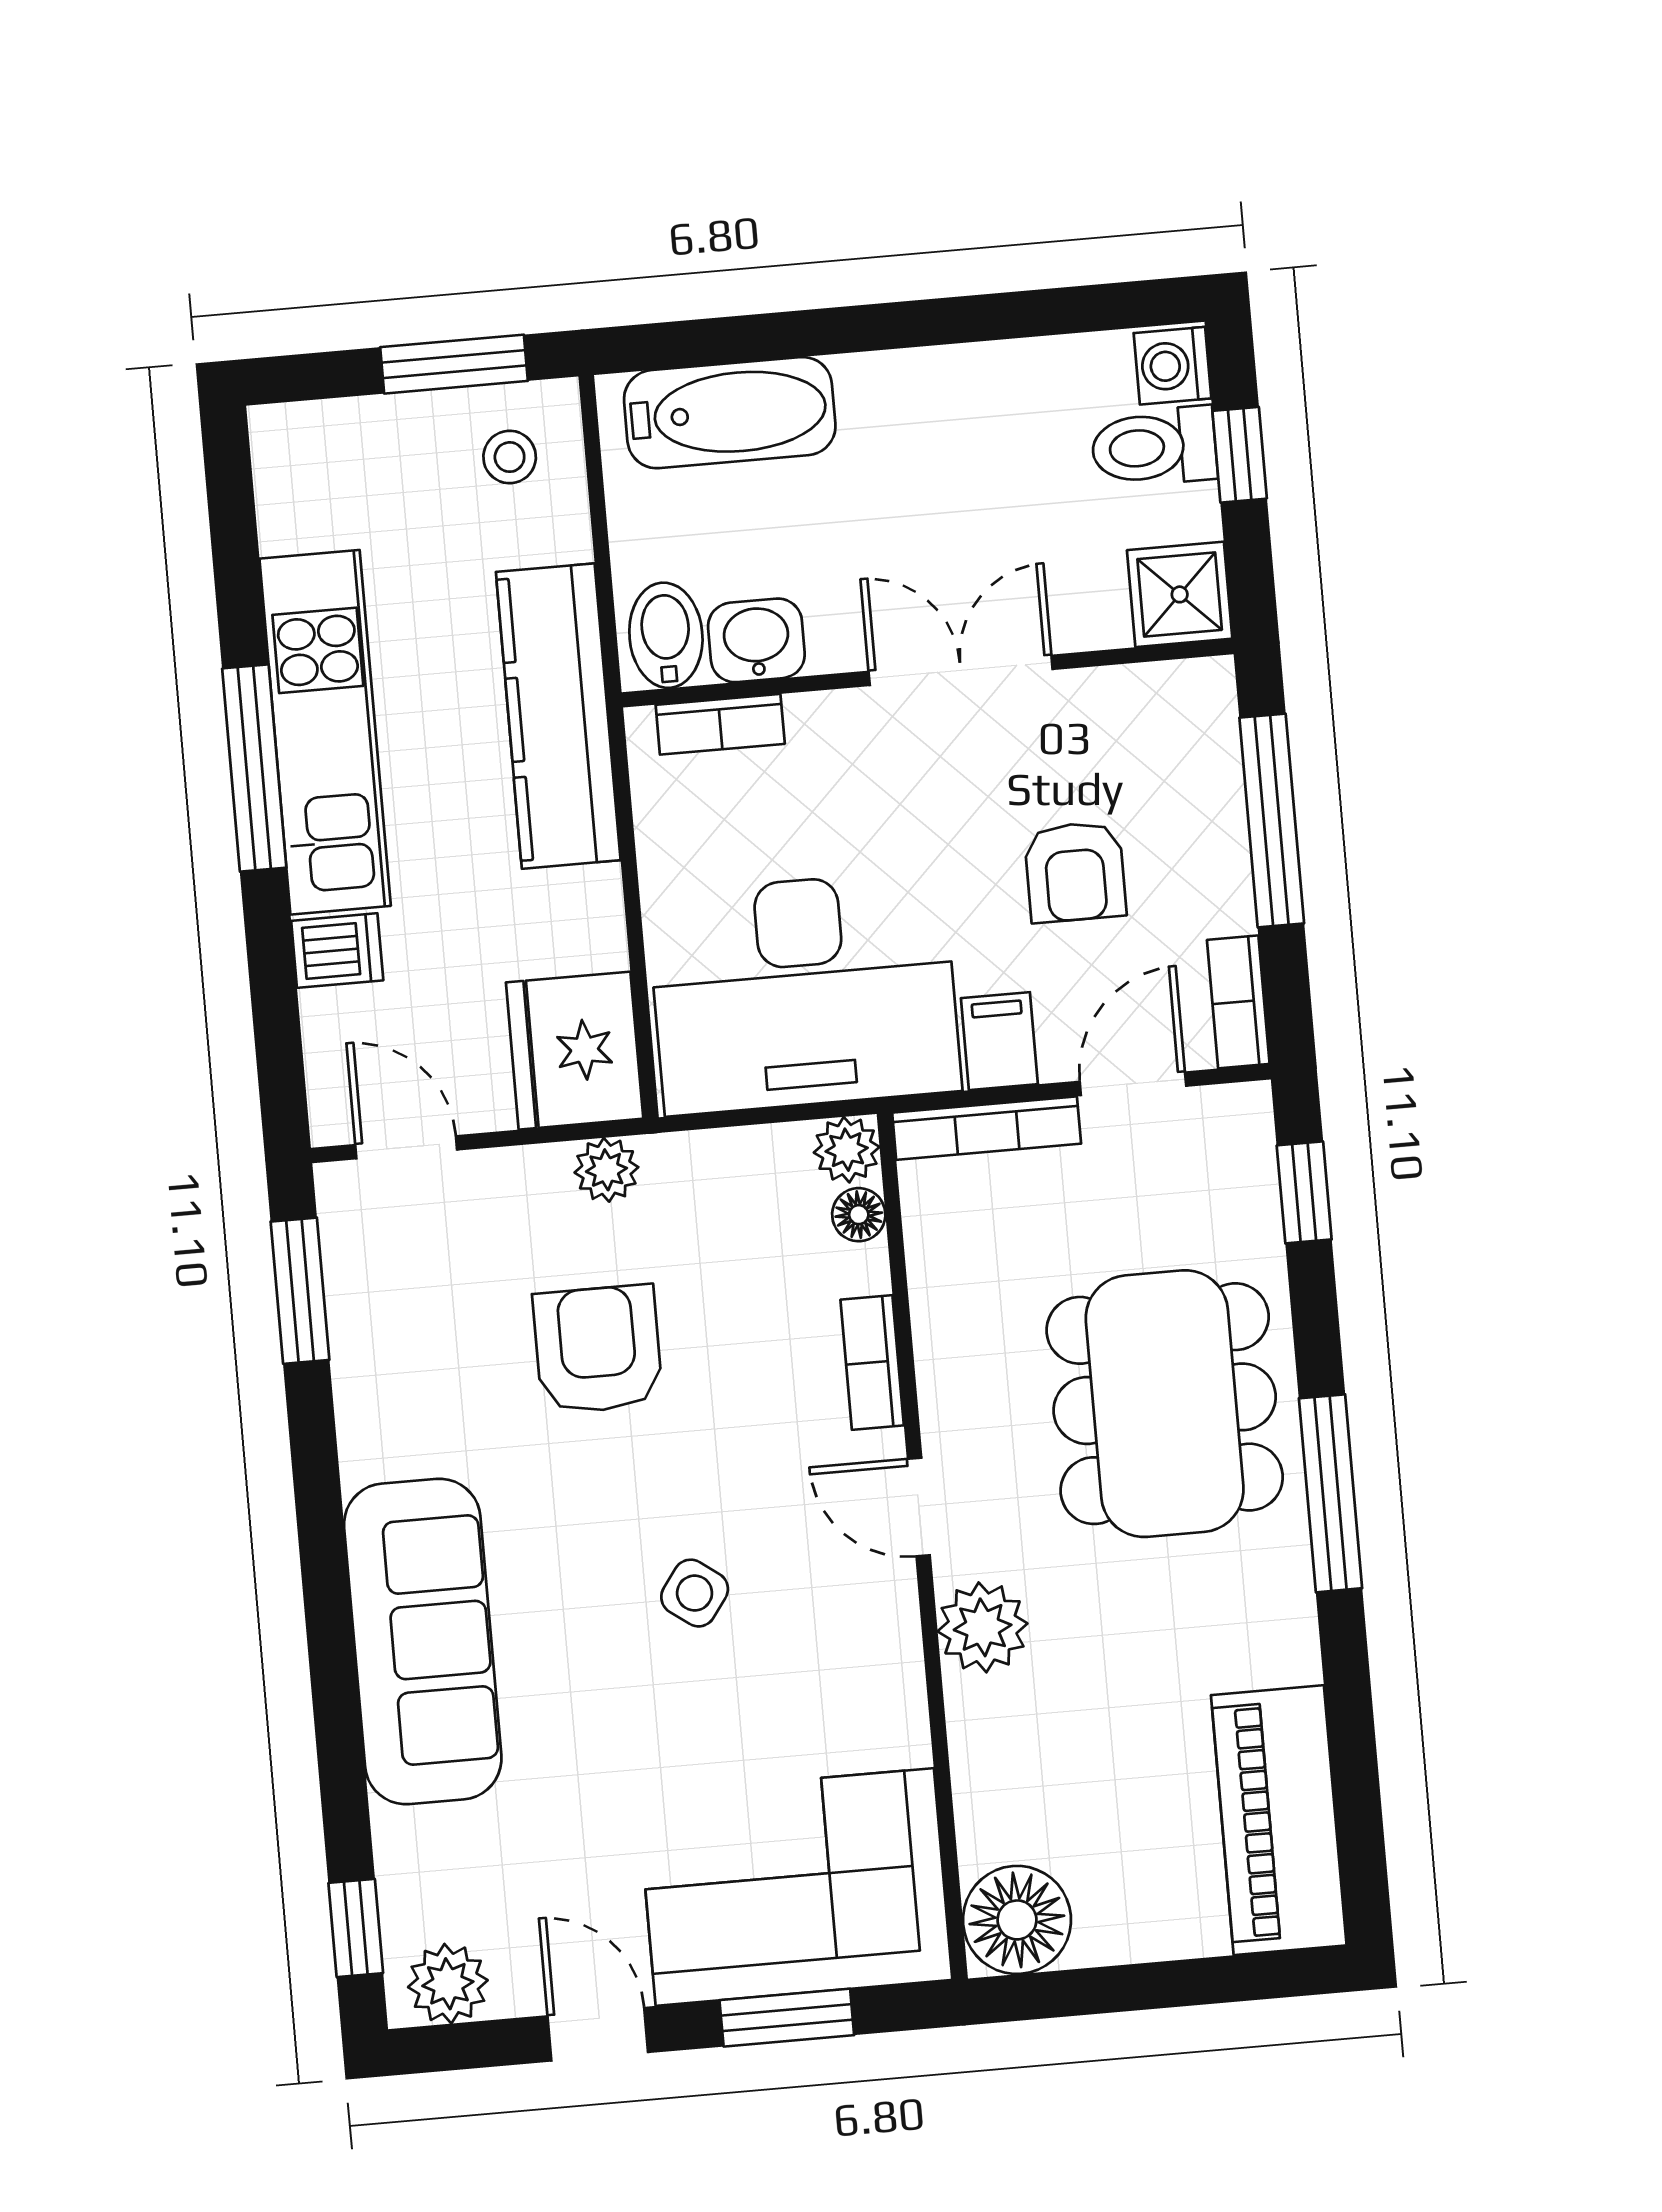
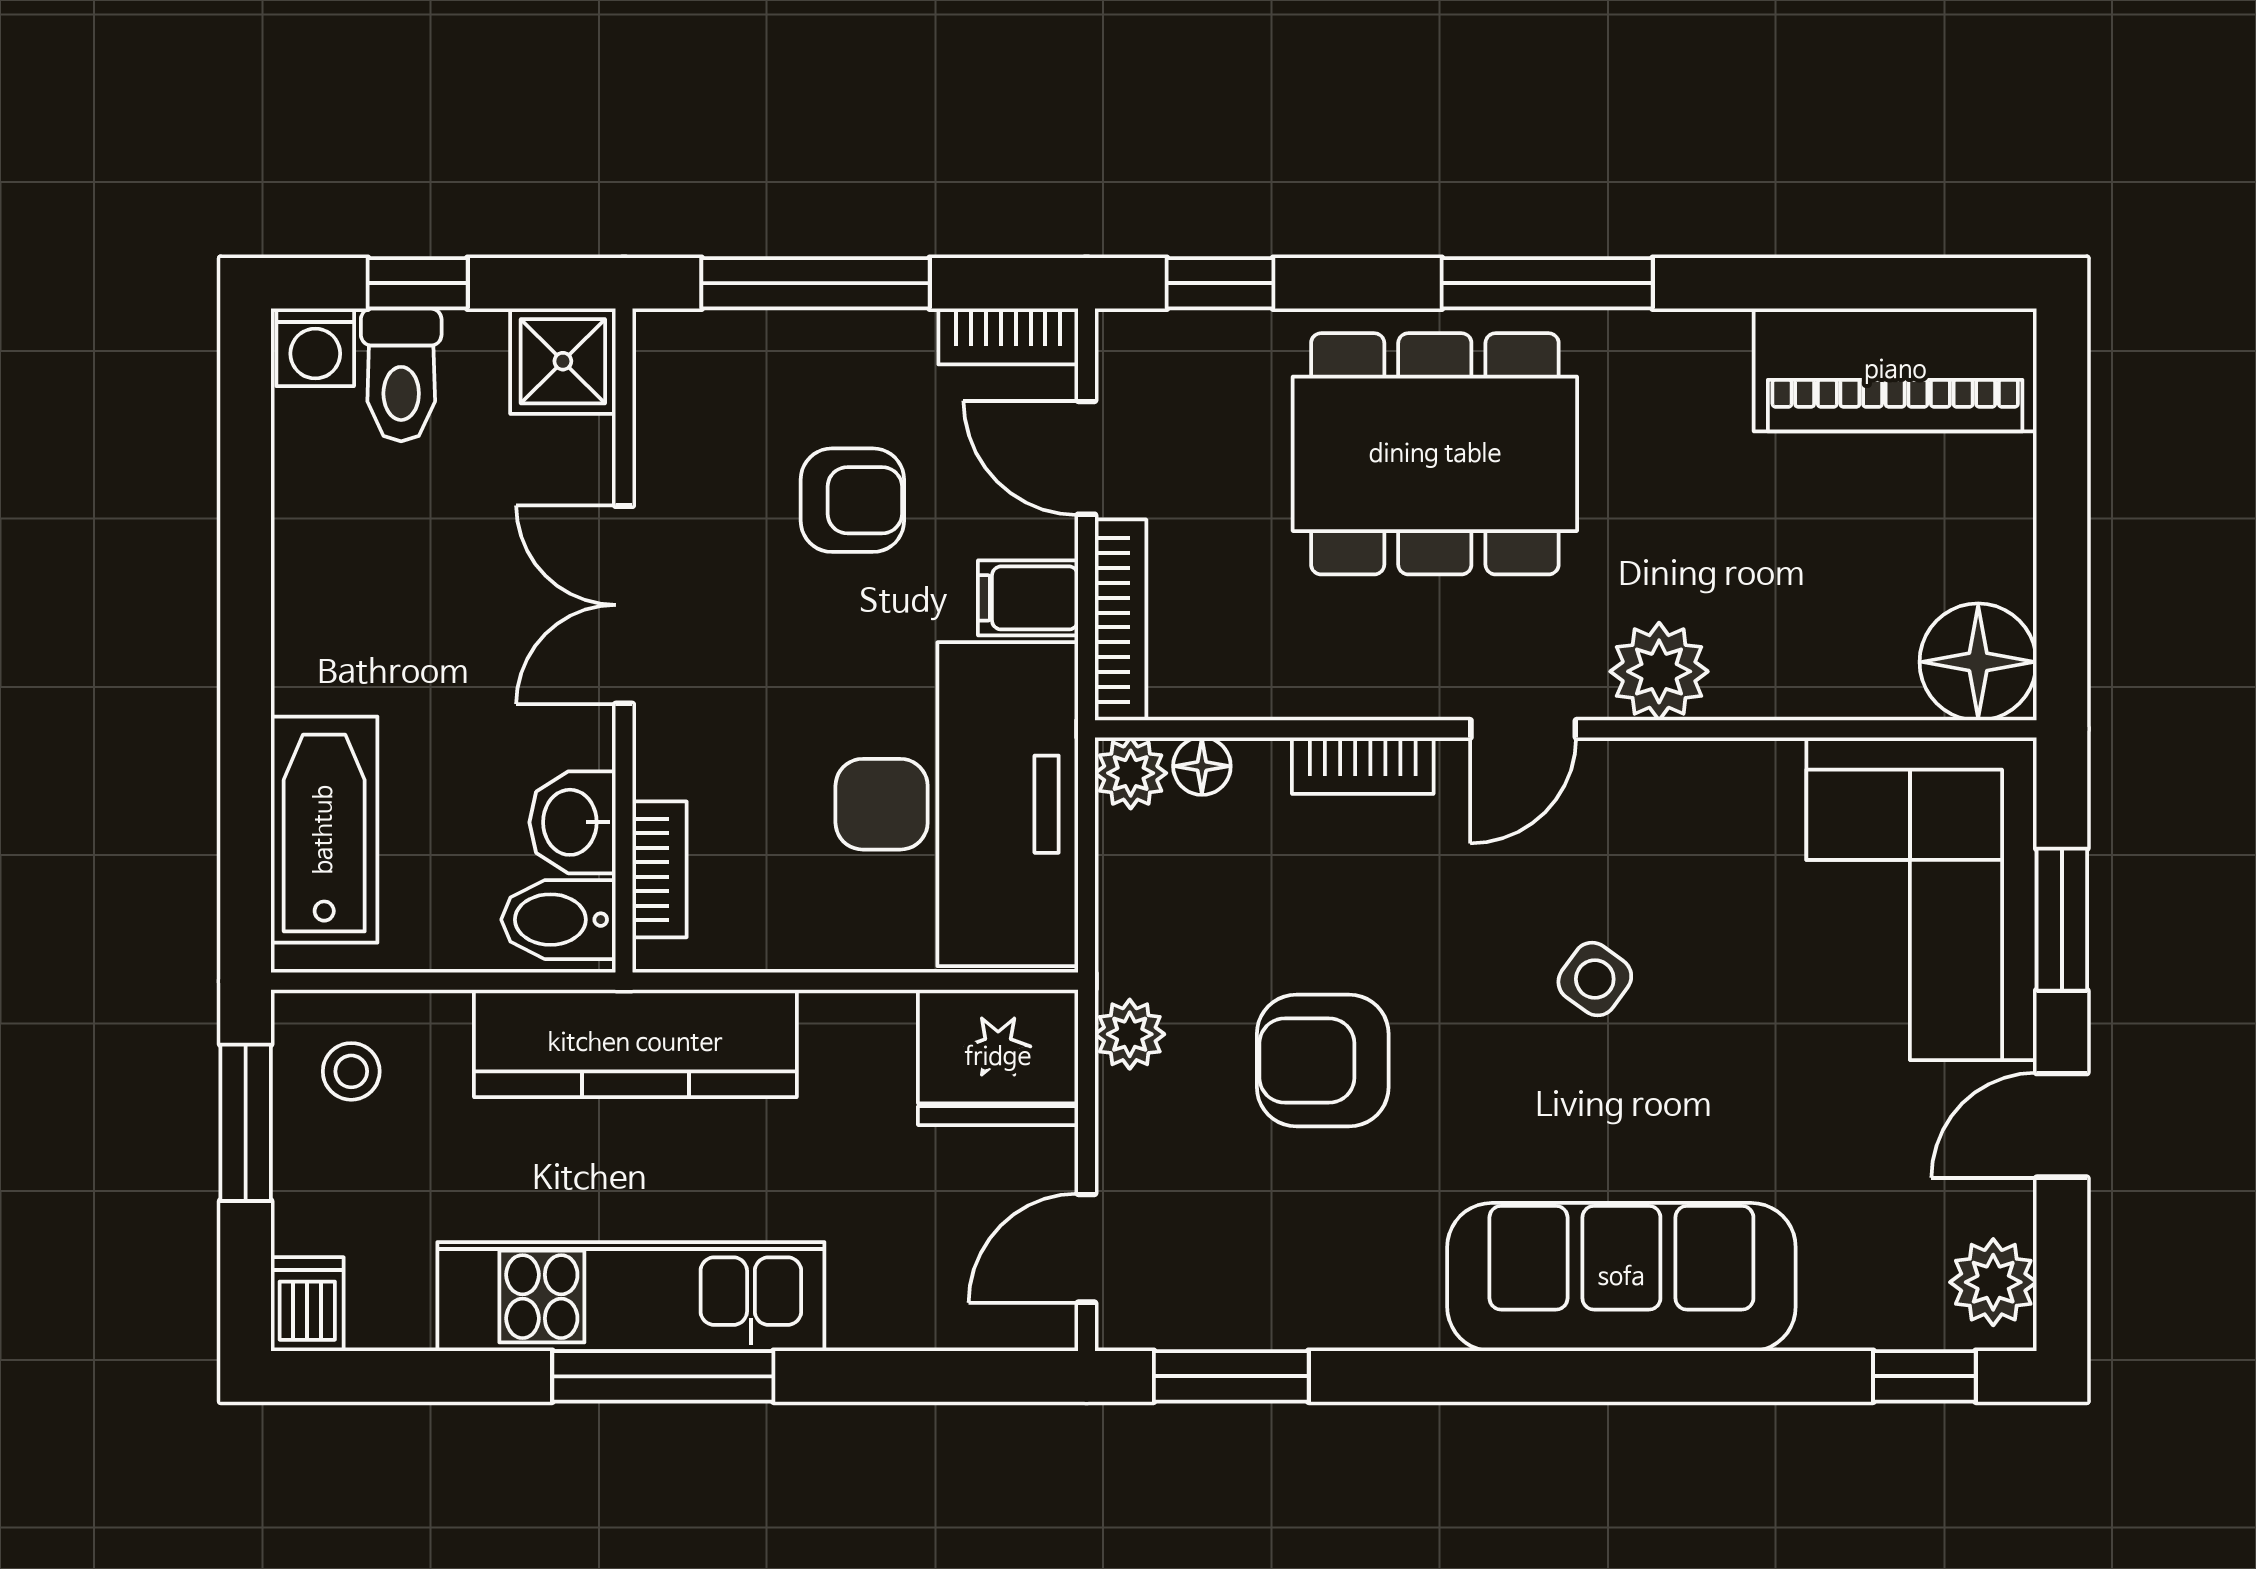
dishwasher: (337, 951) -> (307, 1304), moved

